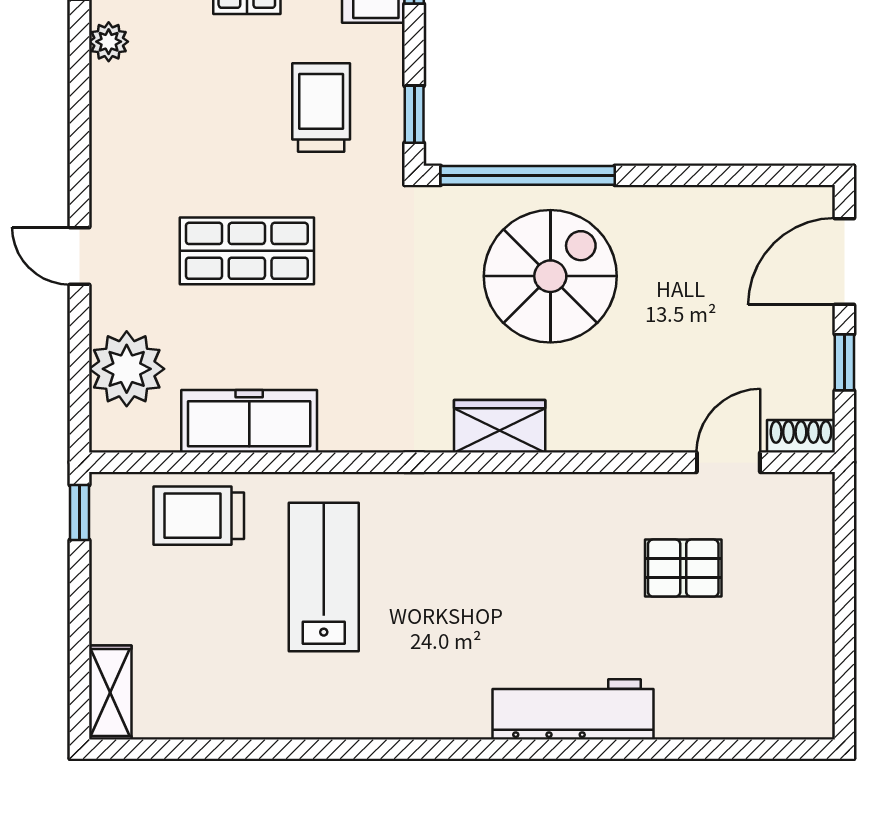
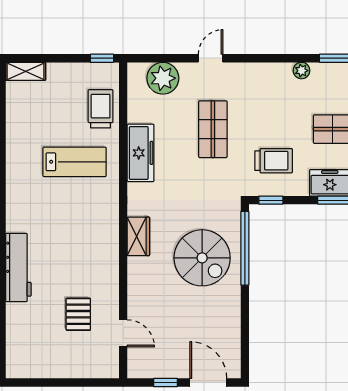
freezer: (249, 421) -> (141, 153), moved
shoe rack: (801, 436) -> (134, 364), removed

